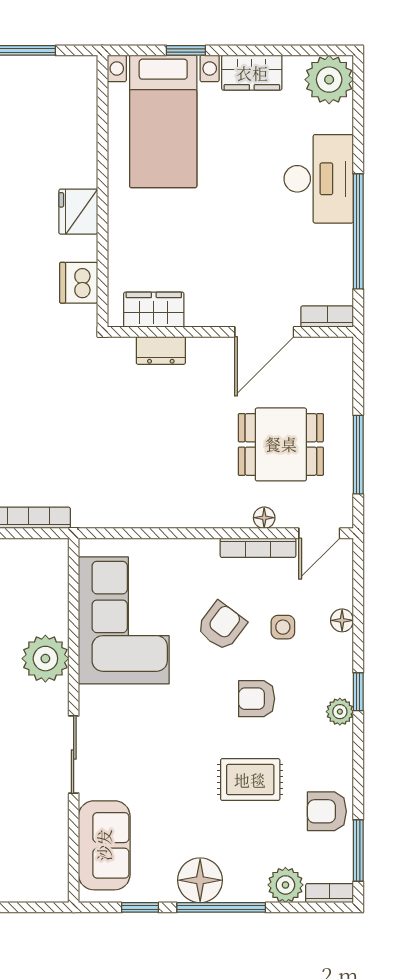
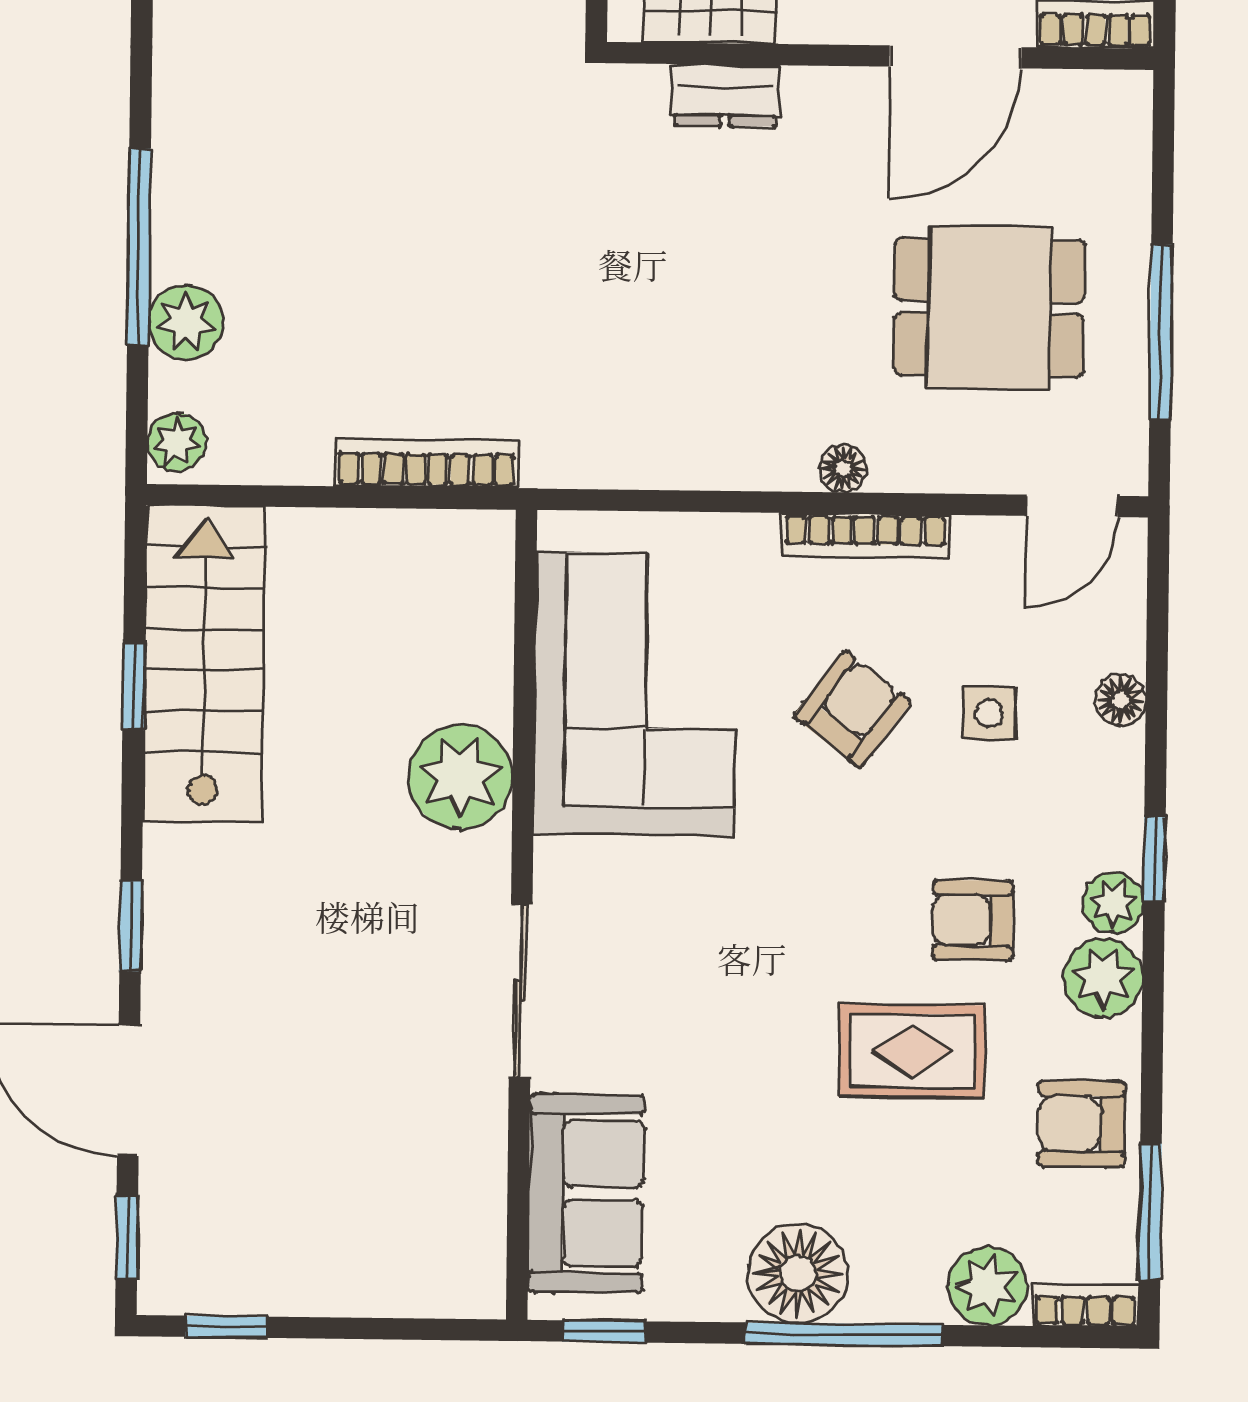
floor lamp: (264, 518) -> (843, 469), moved
bookcase: (258, 548) -> (865, 536), moved
armchair: (257, 699) -> (973, 920), moved
plant: (336, 746) -> (1103, 978), added
window: (140, 907) -> (604, 1331), moved

